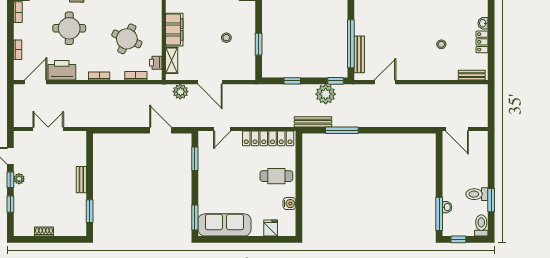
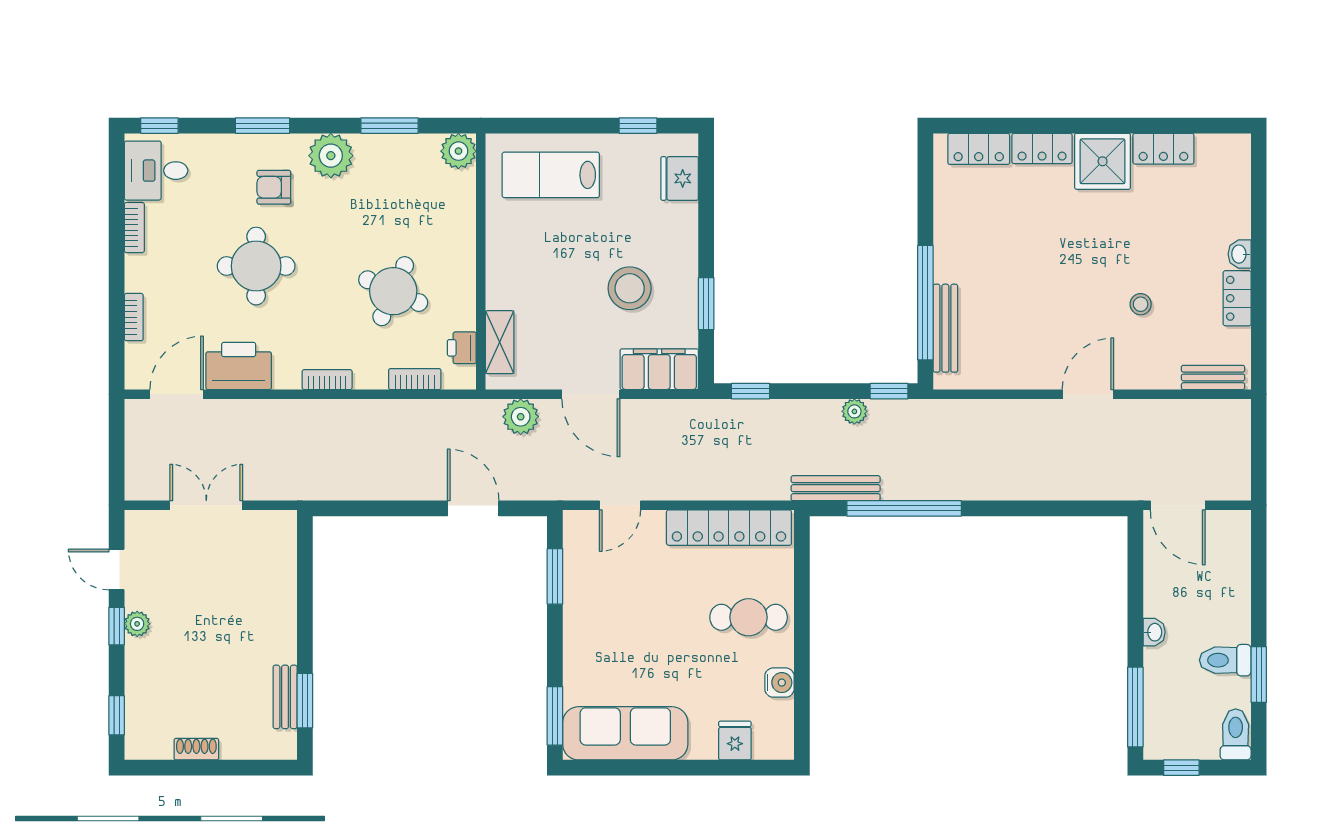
filing cabinet: (174, 30) -> (659, 369), moved, turned -90
stool: (226, 38) -> (630, 288), width x1.89, depth x1.89
window: (292, 81) -> (751, 391), moved
door: (385, 82) -> (1088, 394), moved
plant: (326, 94) -> (854, 411), width x0.53, depth x0.53
window: (342, 130) -> (904, 508), width x1.46
bench: (81, 180) -> (285, 697), moved
window: (10, 204) -> (117, 715), moved
washbasin: (447, 207) -> (1154, 632), moved

